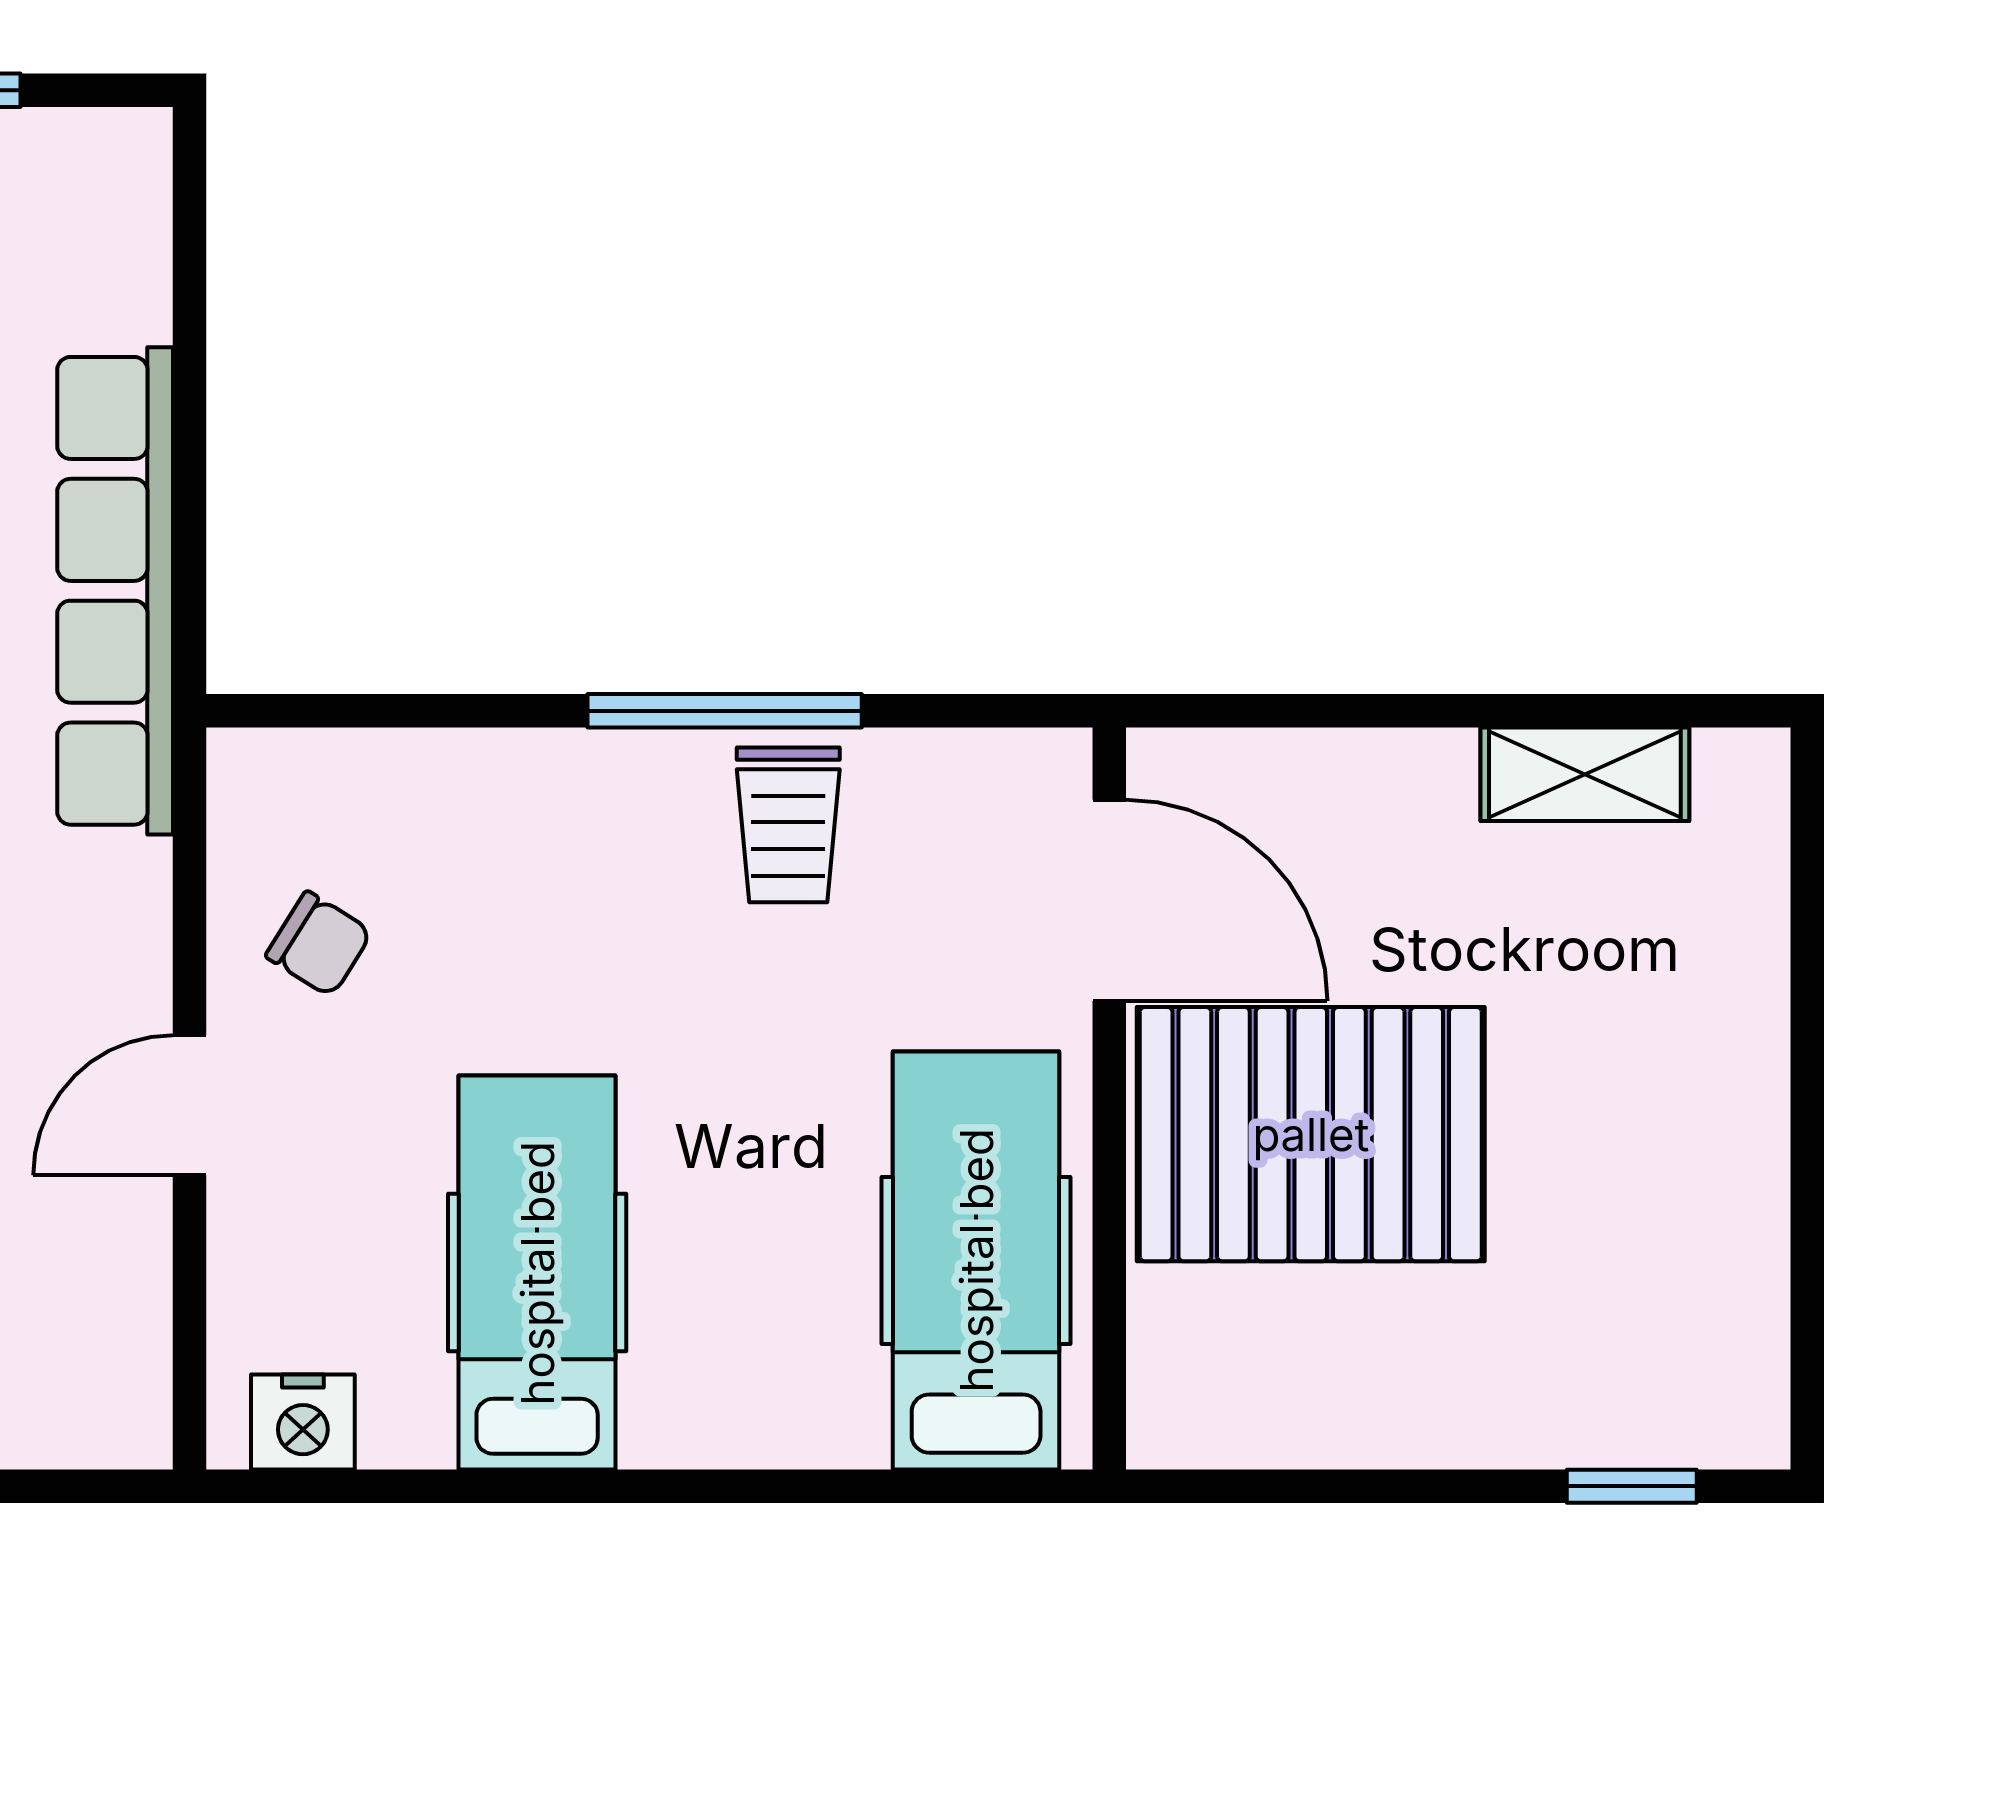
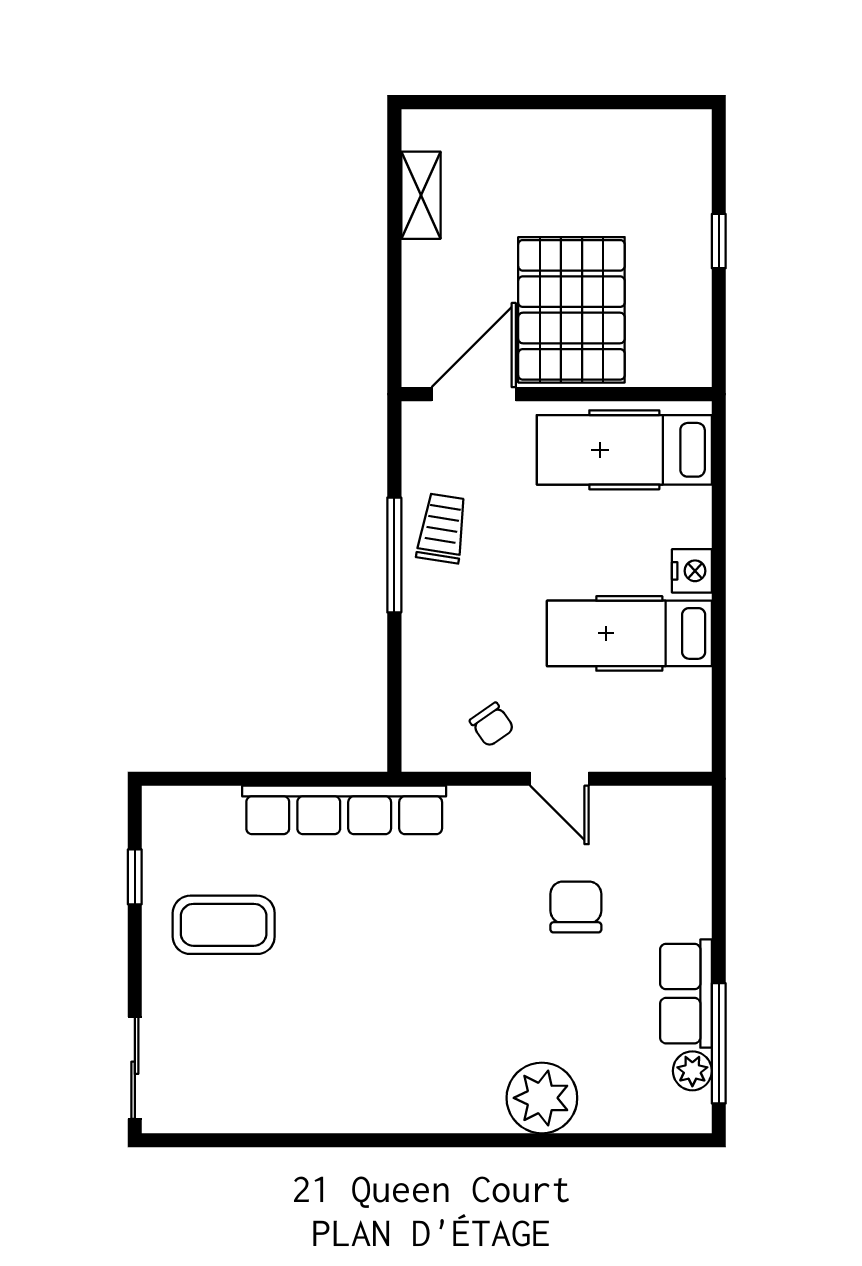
trolley: (788, 825) -> (442, 528), turned -81
chair: (319, 944) -> (492, 725), turned 113
nightstand: (303, 1422) -> (692, 571), moved
window: (1632, 1486) -> (719, 241), moved

